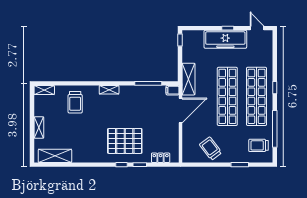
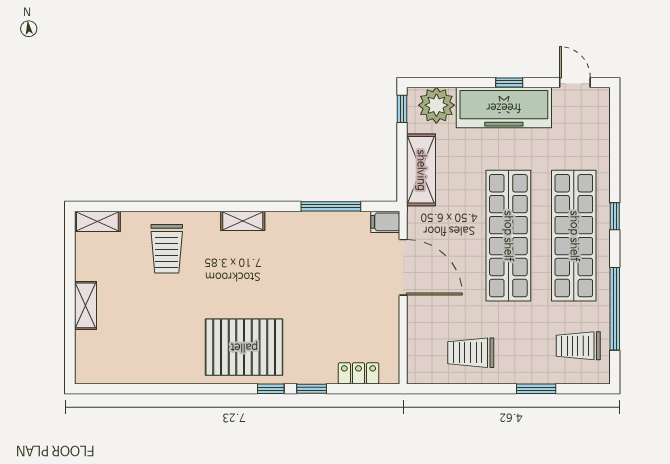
plant: (195, 38) -> (436, 105), added
shelving: (188, 79) -> (421, 170), moved
door: (180, 110) -> (403, 267), hinge flipped
pallet: (125, 141) -> (244, 347), moved
trolley: (211, 149) -> (471, 353), turned -53
shelving: (55, 156) -> (121, 369), removed

